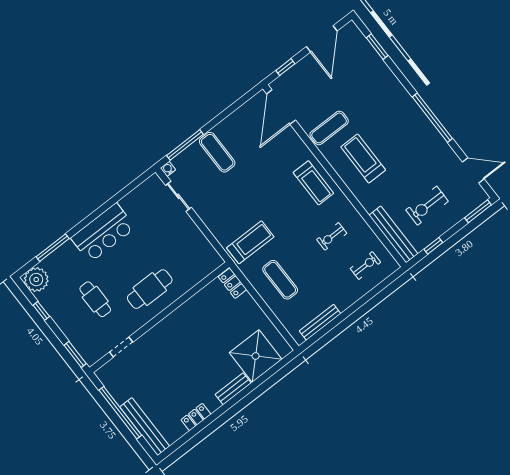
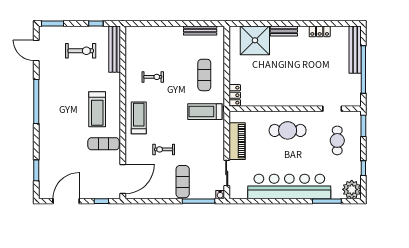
bar counter: (103, 233) -> (289, 186), width x1.86
piano: (193, 238) -> (237, 141), added
exercise bike: (365, 265) -> (164, 149), moved
cafe table: (95, 299) -> (337, 140), moved

